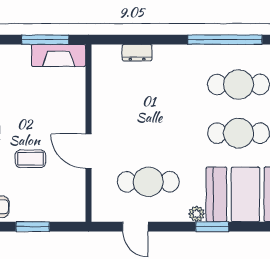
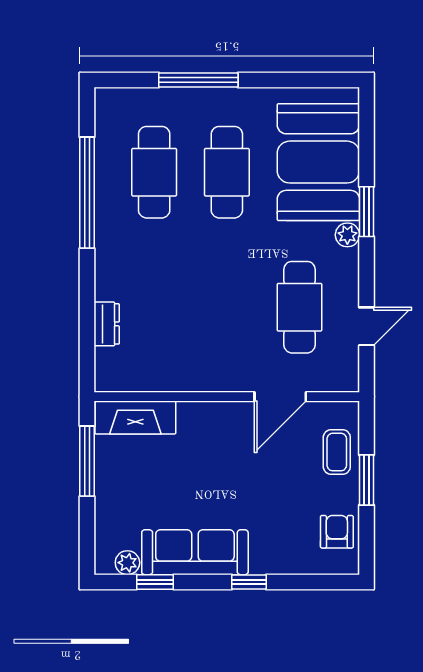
fireplace: (59, 56) -> (135, 417), moved, turned 90
door: (88, 151) -> (280, 397), moved
coffee table: (30, 159) -> (337, 452), moved

